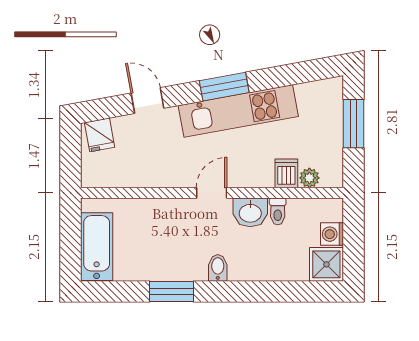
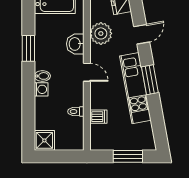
plant: (309, 178) -> (101, 33), moved, width x1.88, depth x1.88
washbasin: (250, 212) -> (75, 44), moved
washing machine: (332, 234) -> (41, 89), moved, turned 90

